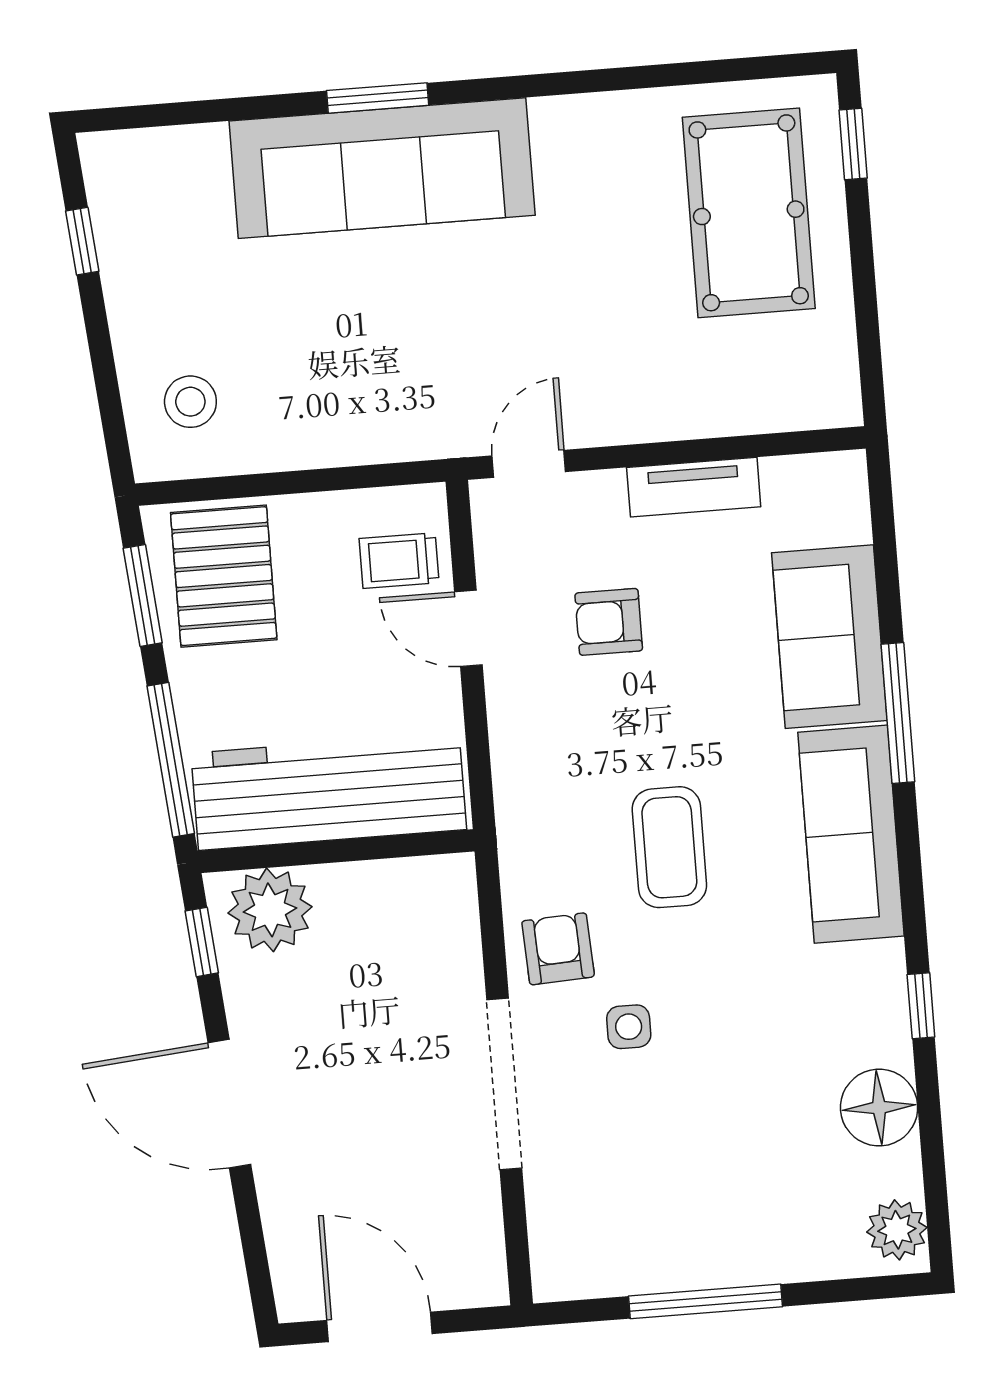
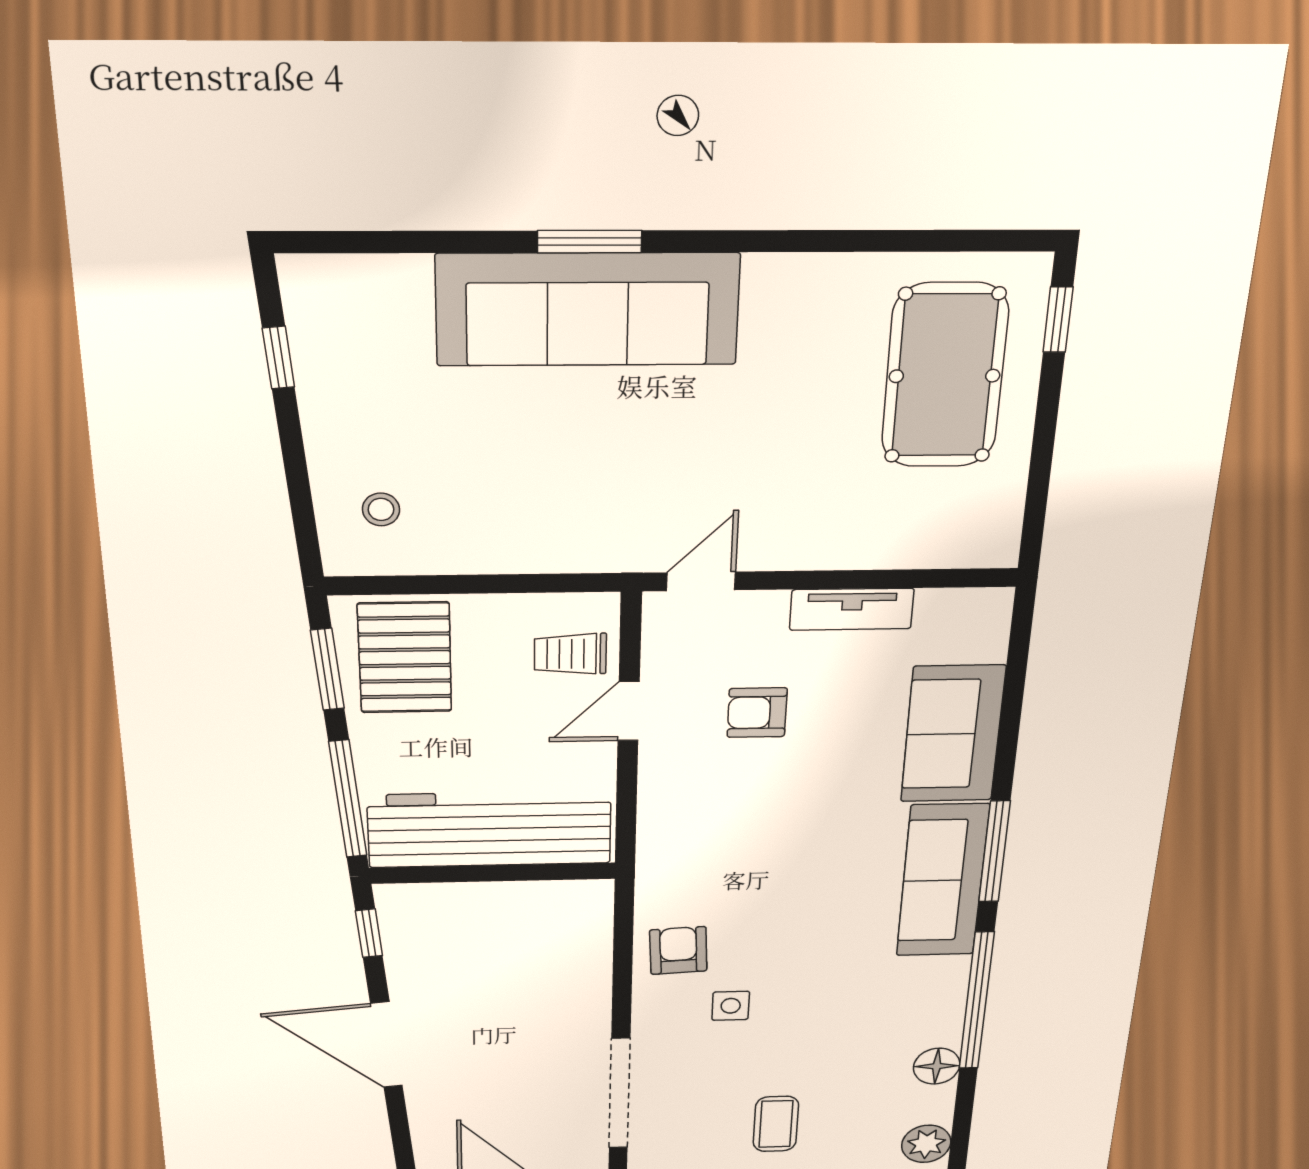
stool: (190, 402) -> (381, 509), width x0.73, depth x0.73
door: (468, 628) -> (629, 711), hinge flipped
window: (898, 713) -> (994, 852), moved
coffee table: (669, 847) -> (776, 1124), moved, width x0.73, depth x0.77
plant: (270, 910) -> (431, 913), removed
window: (921, 1006) -> (977, 1001), width x3.17
doorway: (504, 1084) -> (620, 1094), moved
floor lamp: (879, 1108) -> (937, 1066), width x0.73, depth x0.73

